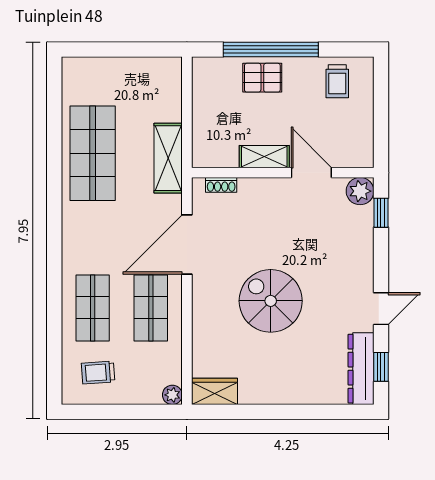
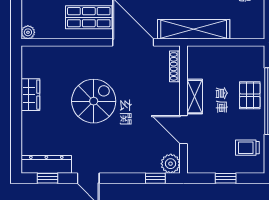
window: (381, 112) -> (226, 178), added
shelving: (168, 158) -> (194, 29), width x1.47
door: (311, 173) -> (183, 130), swing flipped
shoe rack: (221, 185) -> (175, 66), width x1.43
wardrobe: (214, 391) -> (30, 95), moved

